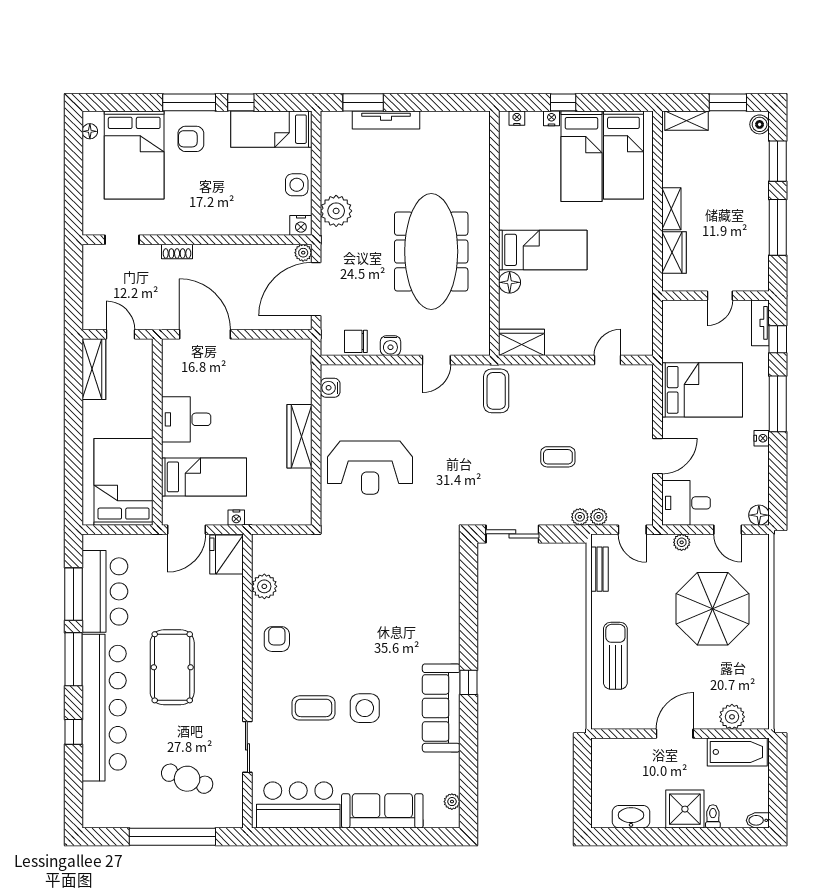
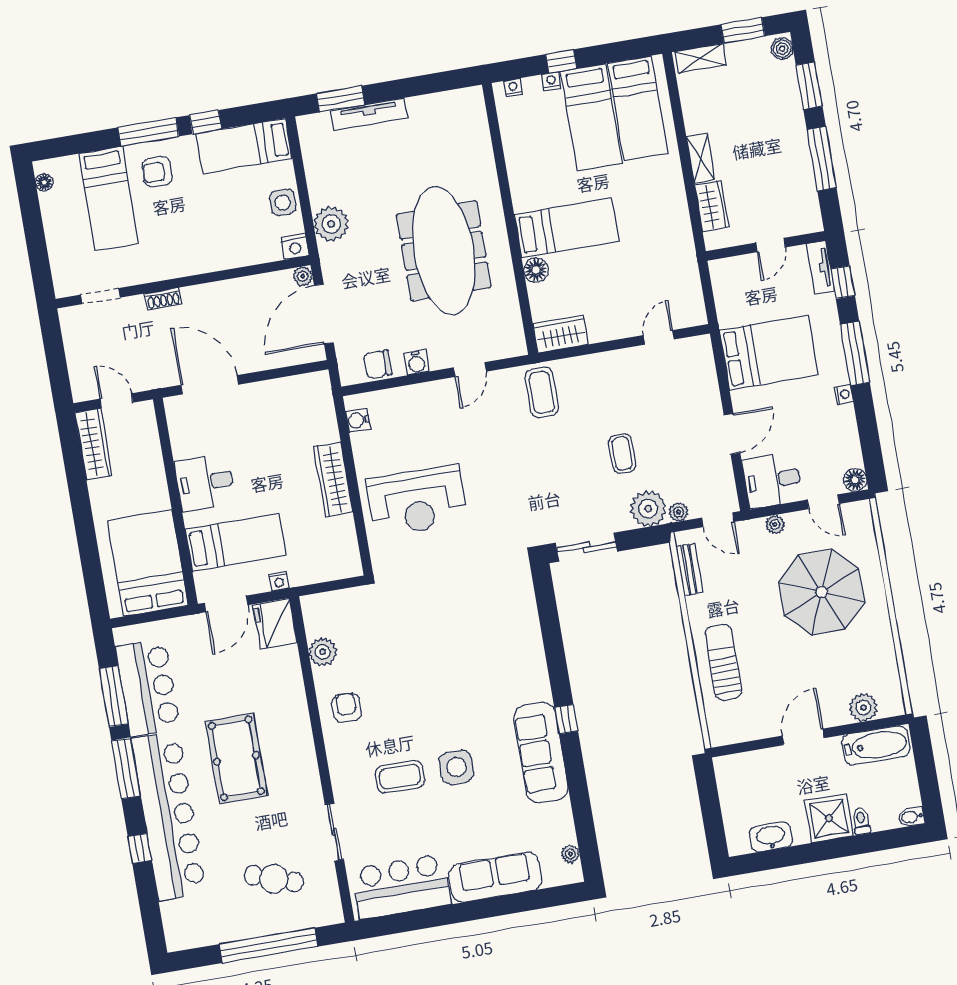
bed: (134, 155) -> (109, 199), width x0.67
coffee table: (558, 457) -> (622, 453), turned 90
plant: (580, 517) -> (648, 509), width x1.88, depth x1.88

